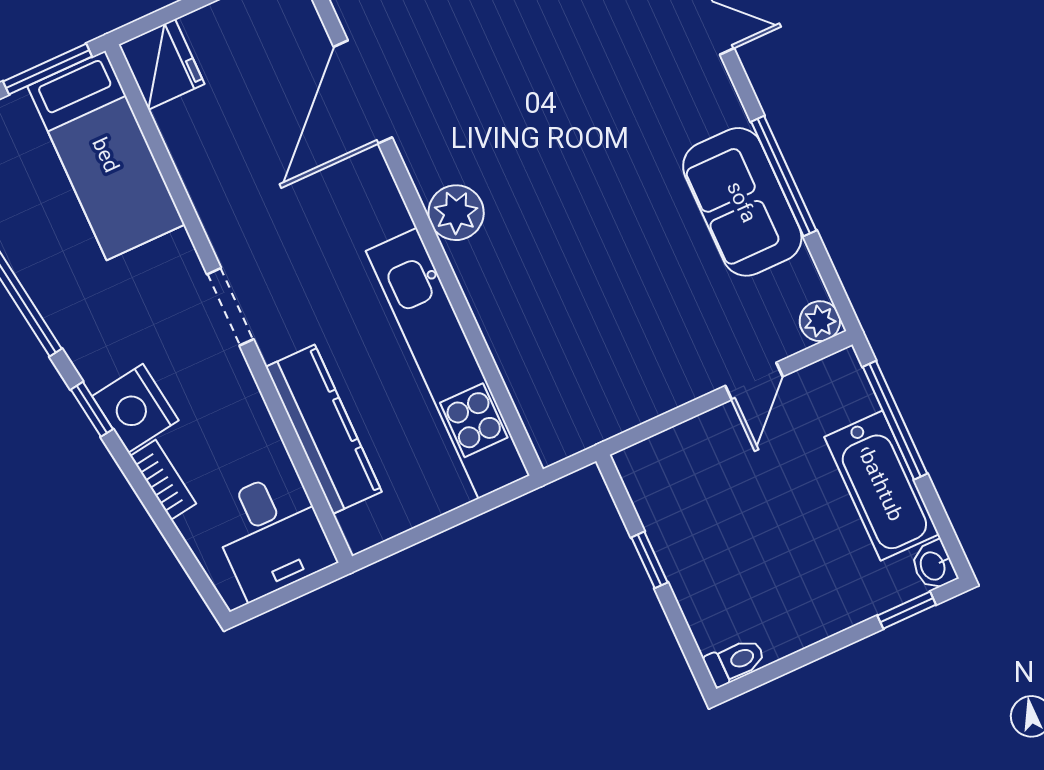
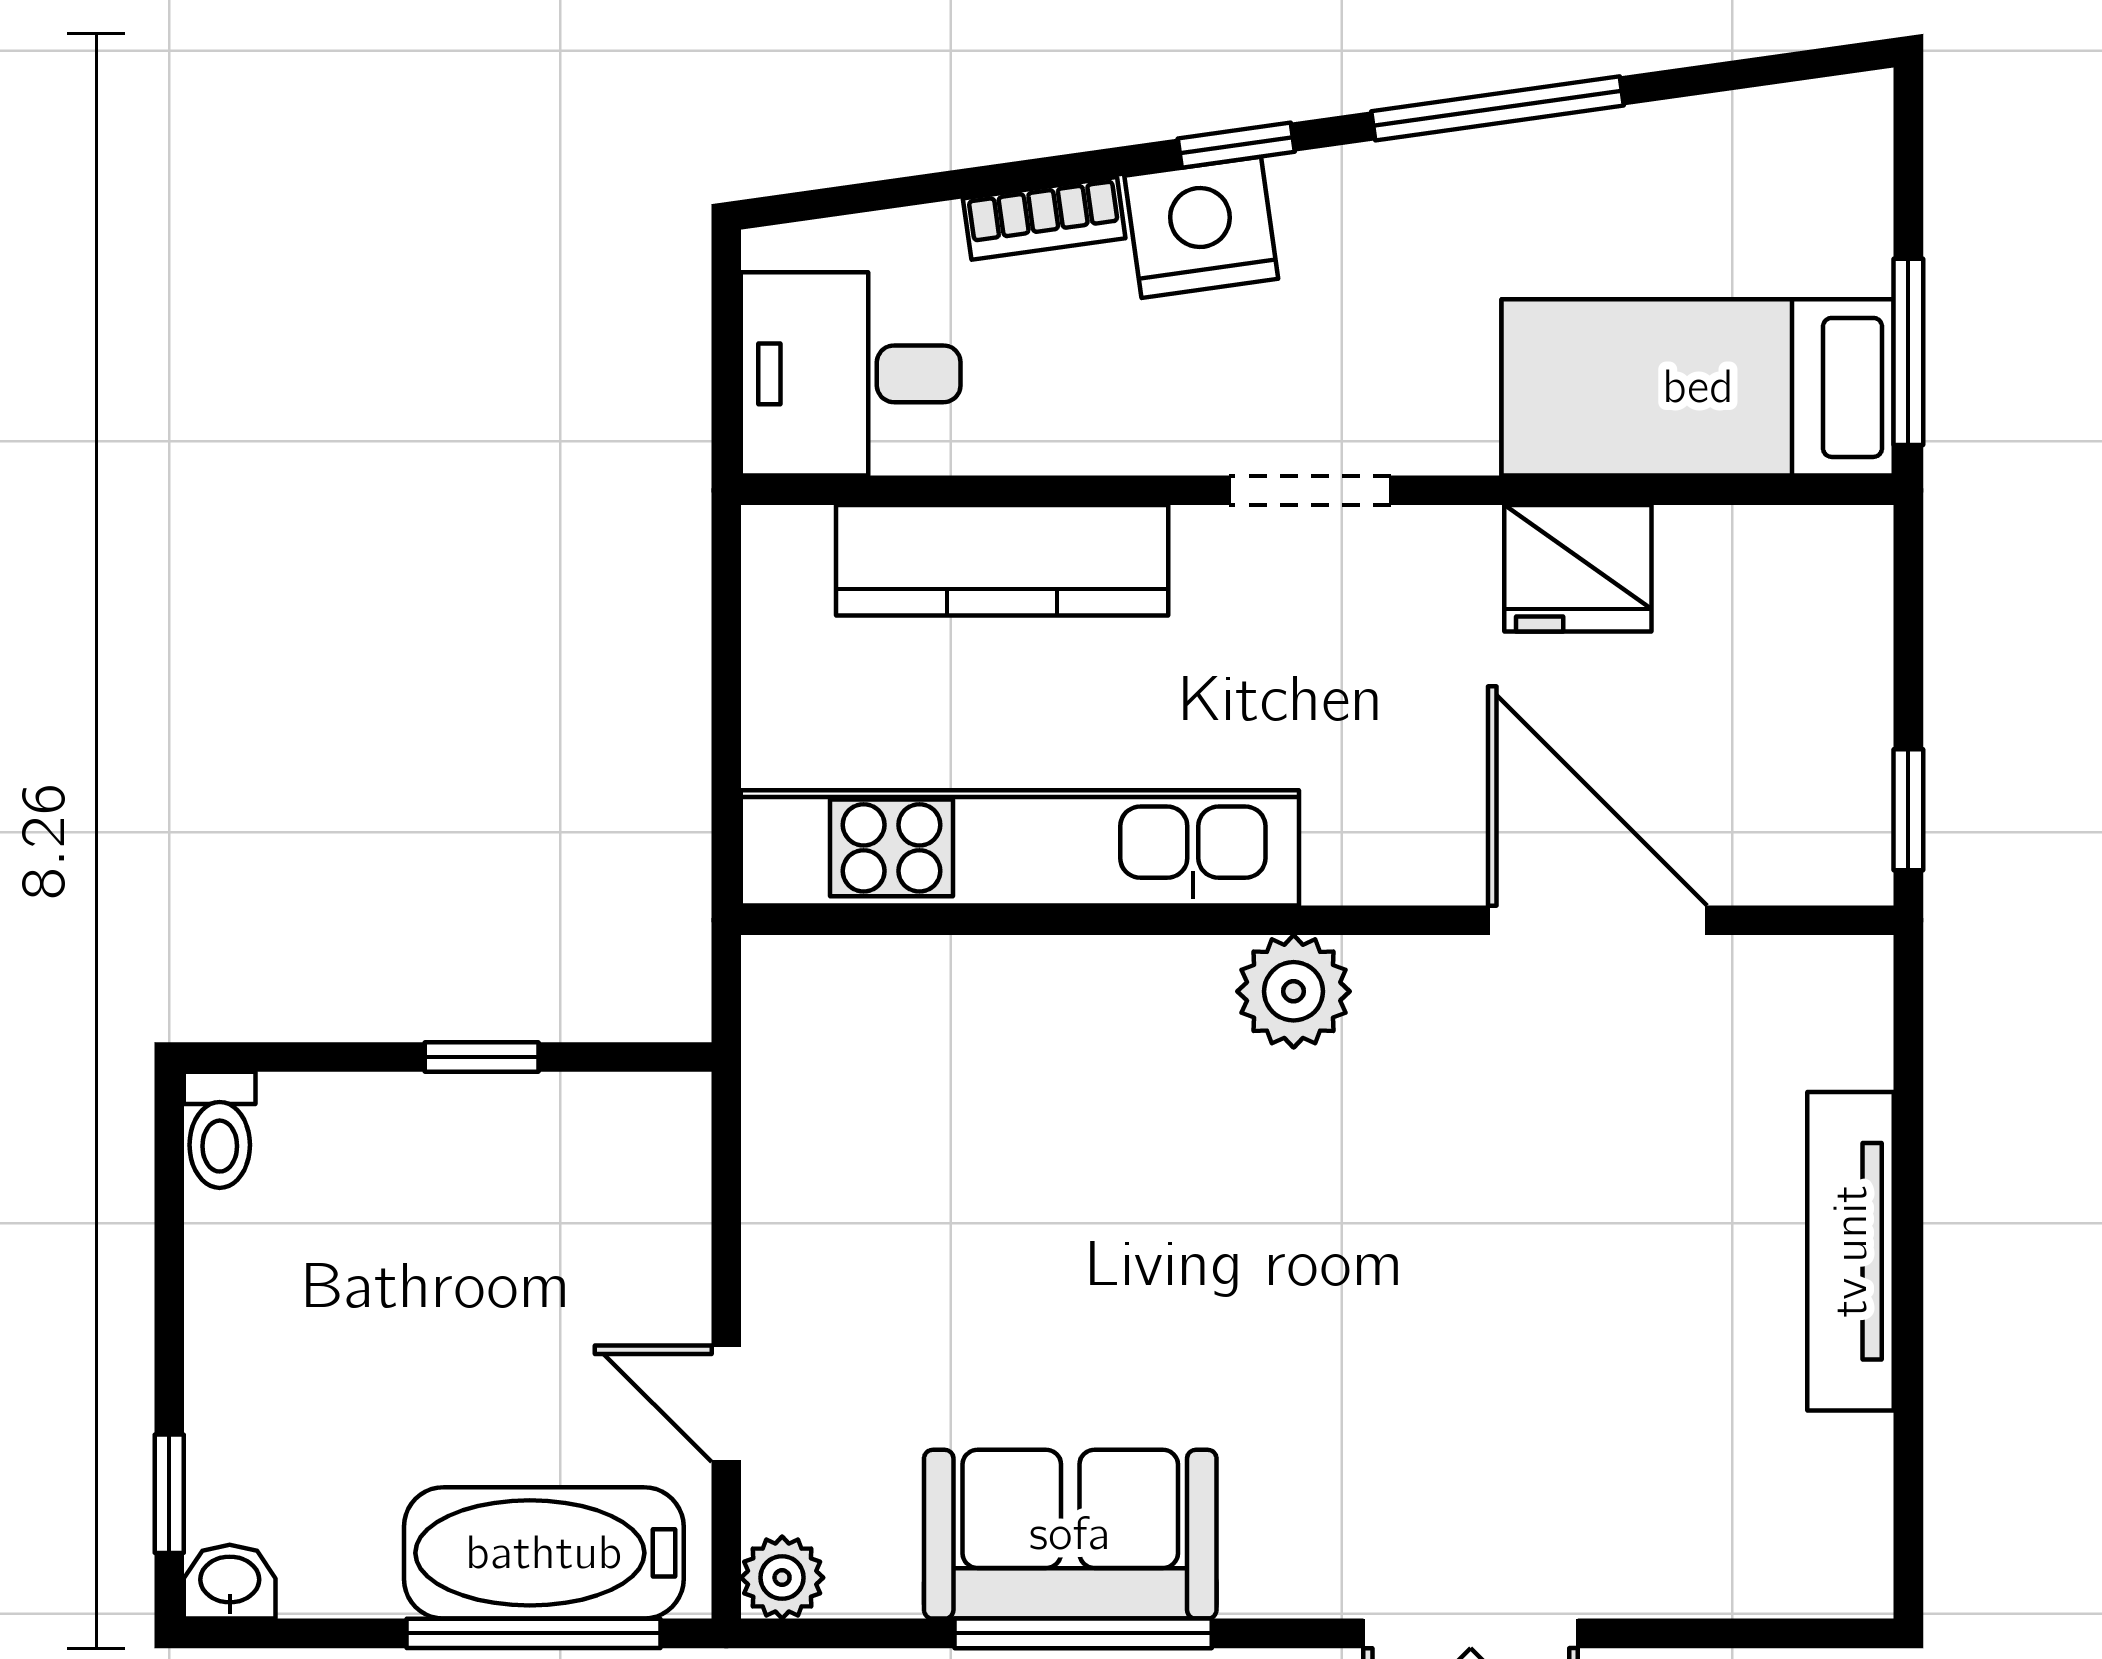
fridge: (162, 64) -> (1578, 568), moved
bathtub: (882, 486) -> (544, 1553), moved

